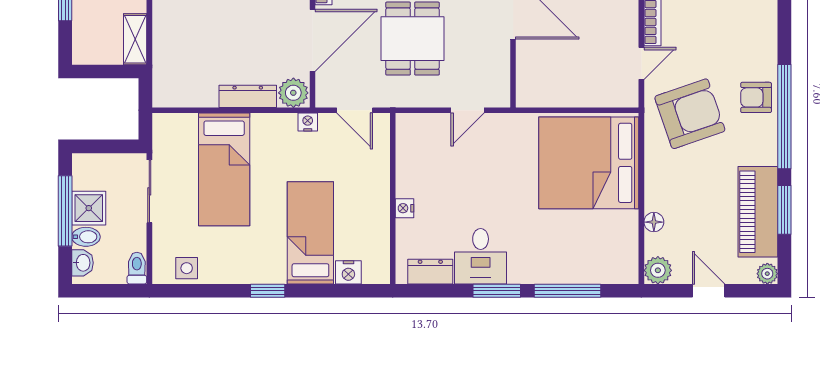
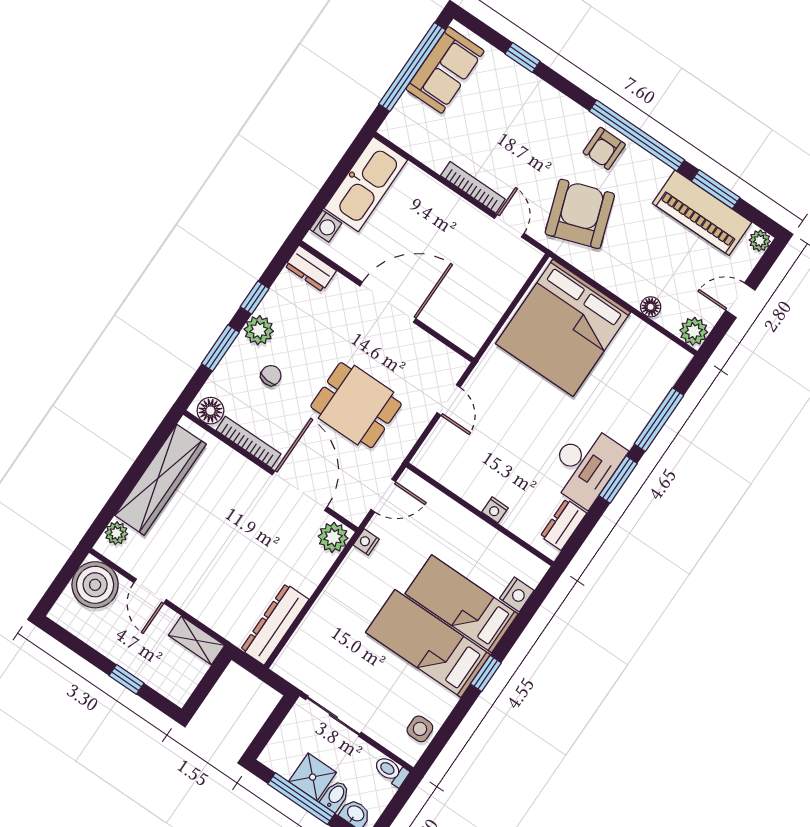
dresser: (248, 96) -> (275, 624), moved, width x1.37, depth x1.24
bed: (224, 169) -> (428, 644), moved, turned 180
desk: (481, 256) -> (585, 465), width x1.37

